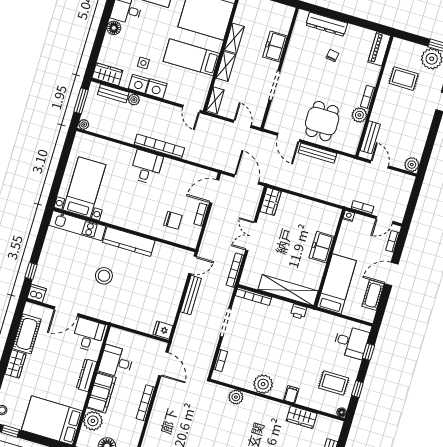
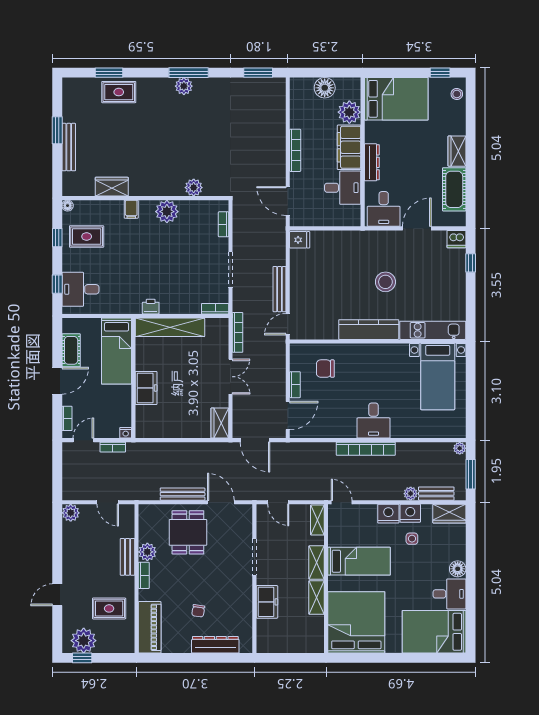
piano: (379, 49) -> (150, 627), width x1.37, depth x1.33
bench: (370, 137) -> (128, 557), moved
bookcase: (253, 296) -> (215, 309), width x0.64

